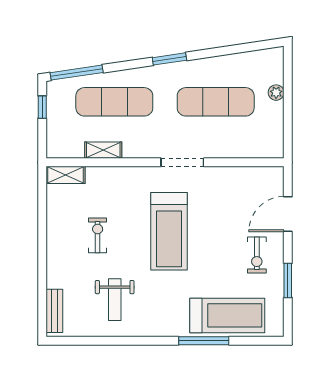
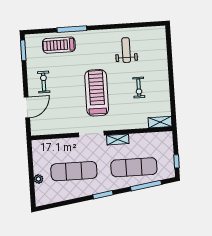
window: (77, 73) -> (146, 186), moved
shelving: (103, 150) -> (118, 140), moved
window: (288, 280) -> (23, 50), moved
bench: (54, 311) -> (161, 41), removed
treadmill: (227, 315) -> (59, 45), width x0.73, depth x0.73

